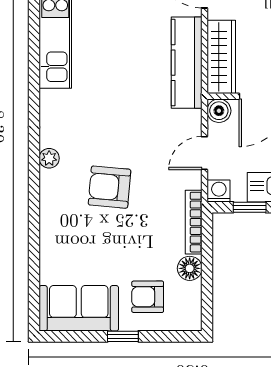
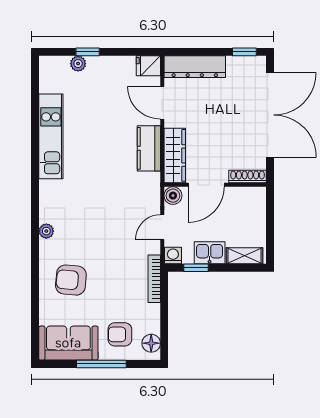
kitchen counter: (187, 63) -> (149, 148), width x0.67
armchair: (110, 187) -> (71, 280), moved
floor lamp: (190, 268) -> (151, 343), moved
window: (123, 336) -> (101, 364), width x2.17

